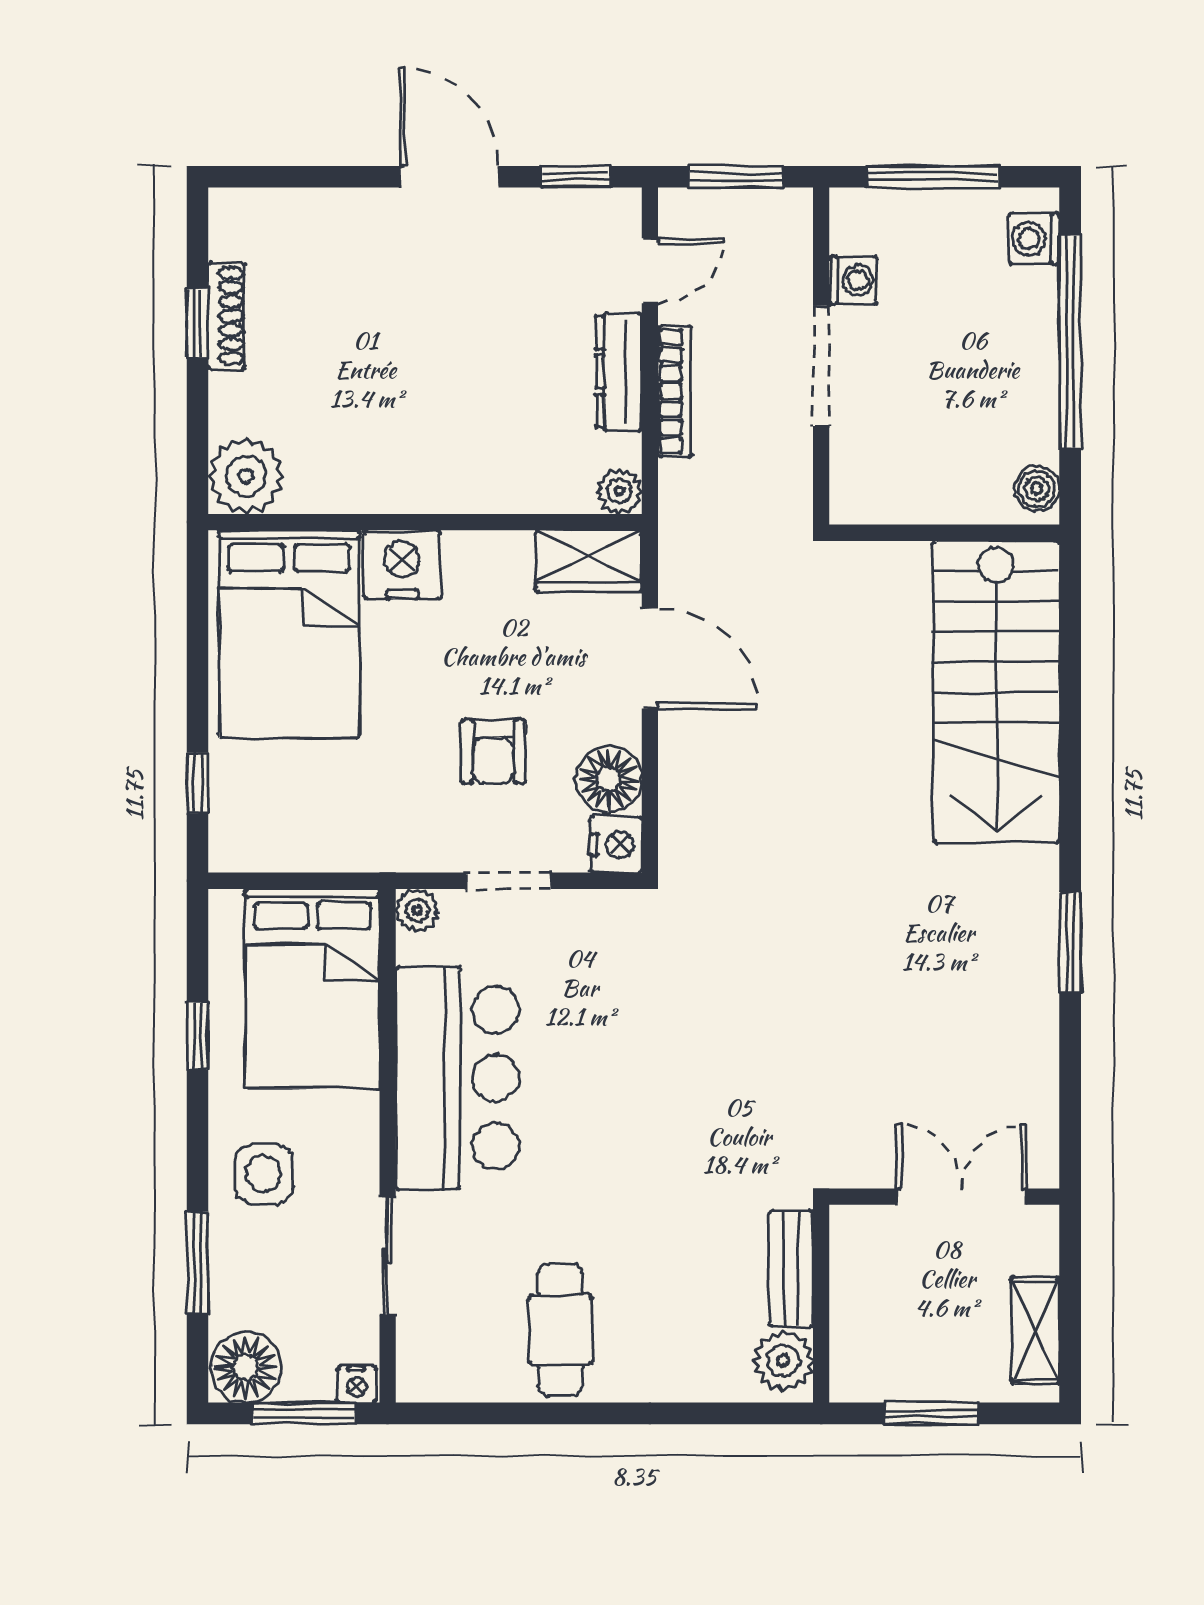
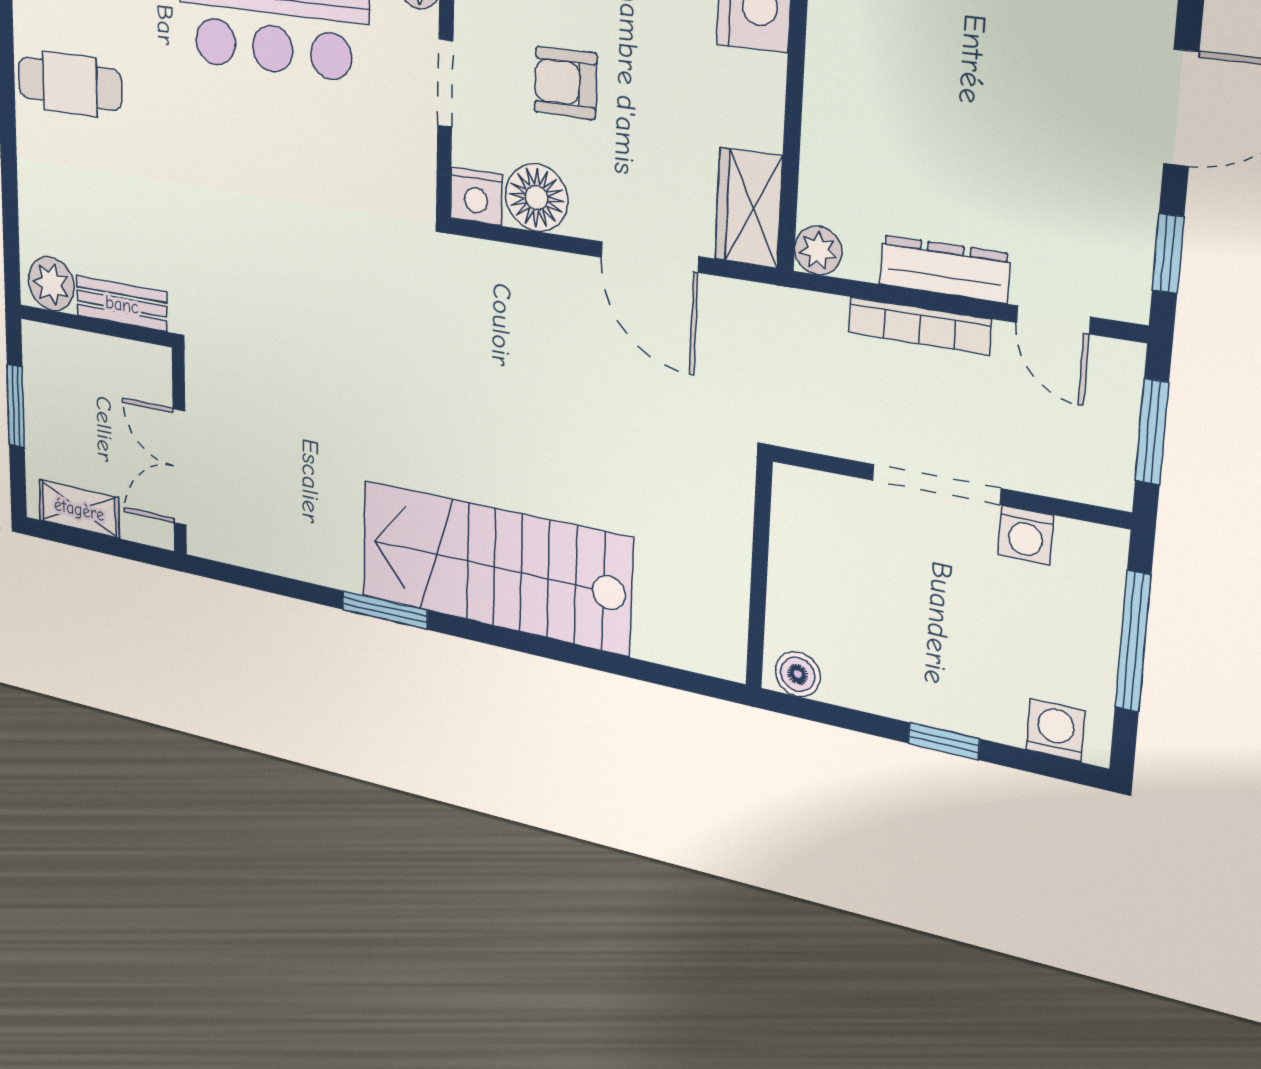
window: (1070, 342) -> (944, 741), width x0.32
door: (650, 659) -> (650, 257), hinge flipped
stairs: (996, 692) -> (494, 567), moved
double door: (962, 1197) -> (179, 467), swing flipped

